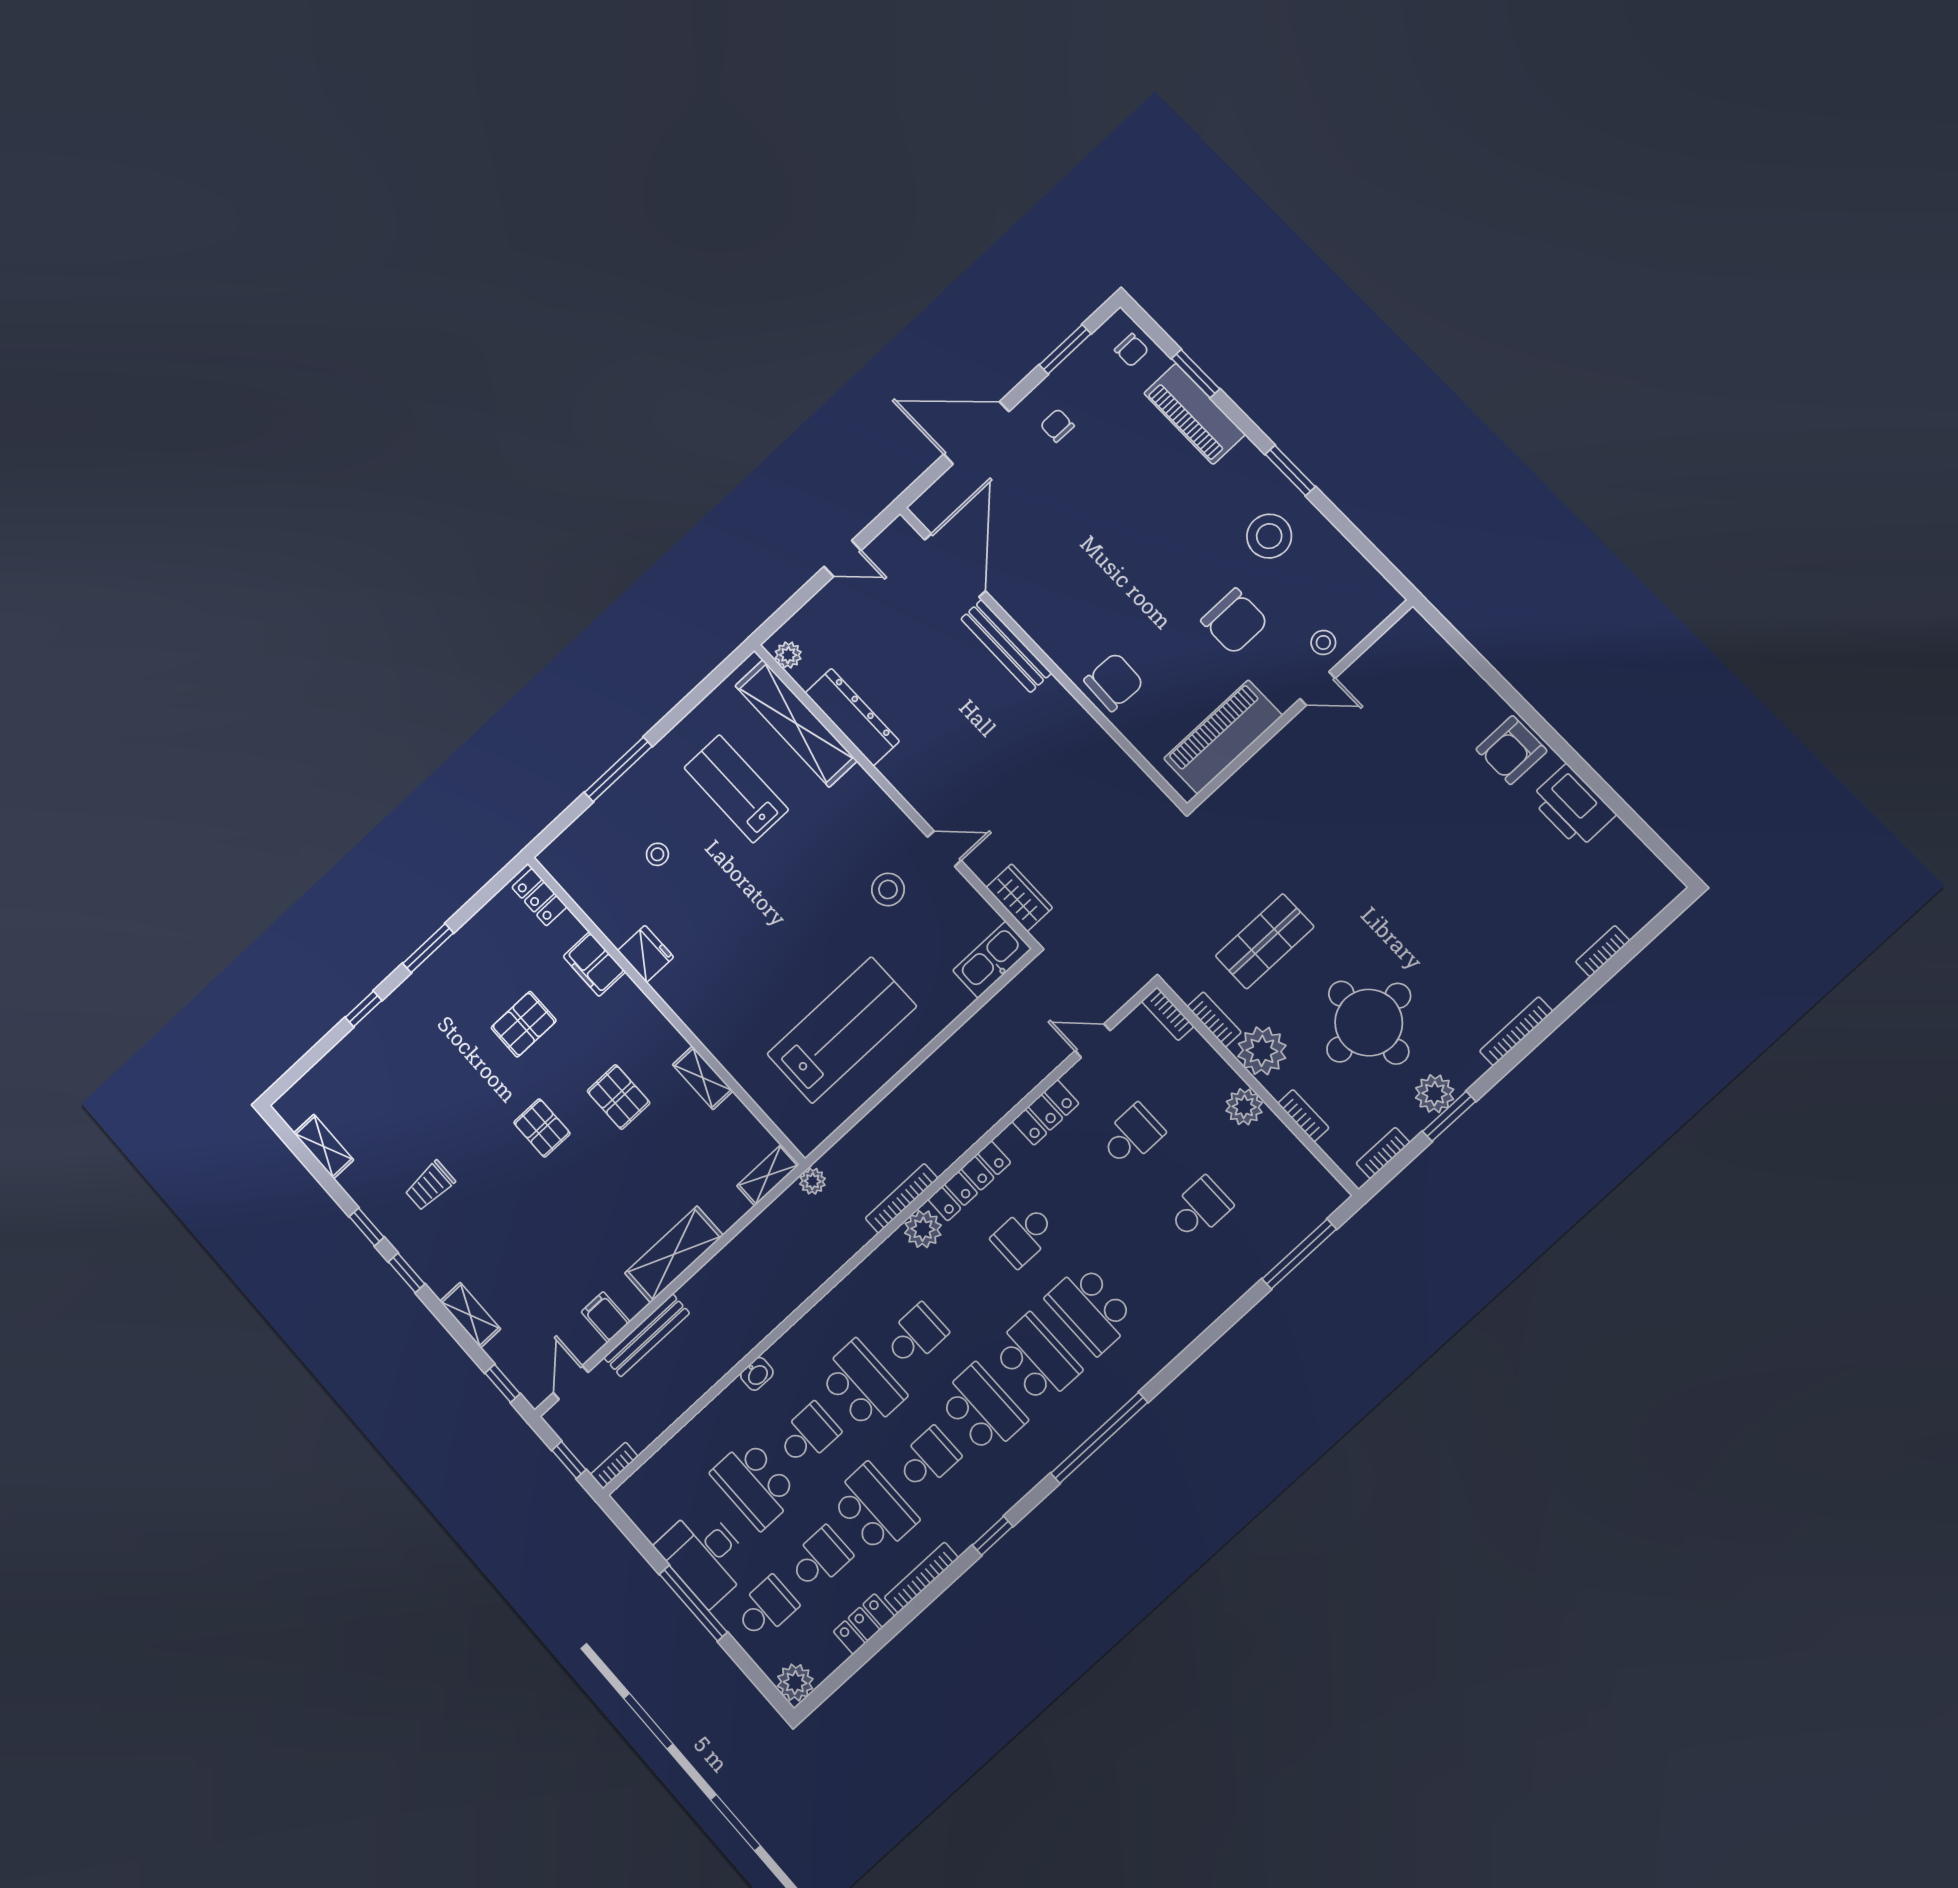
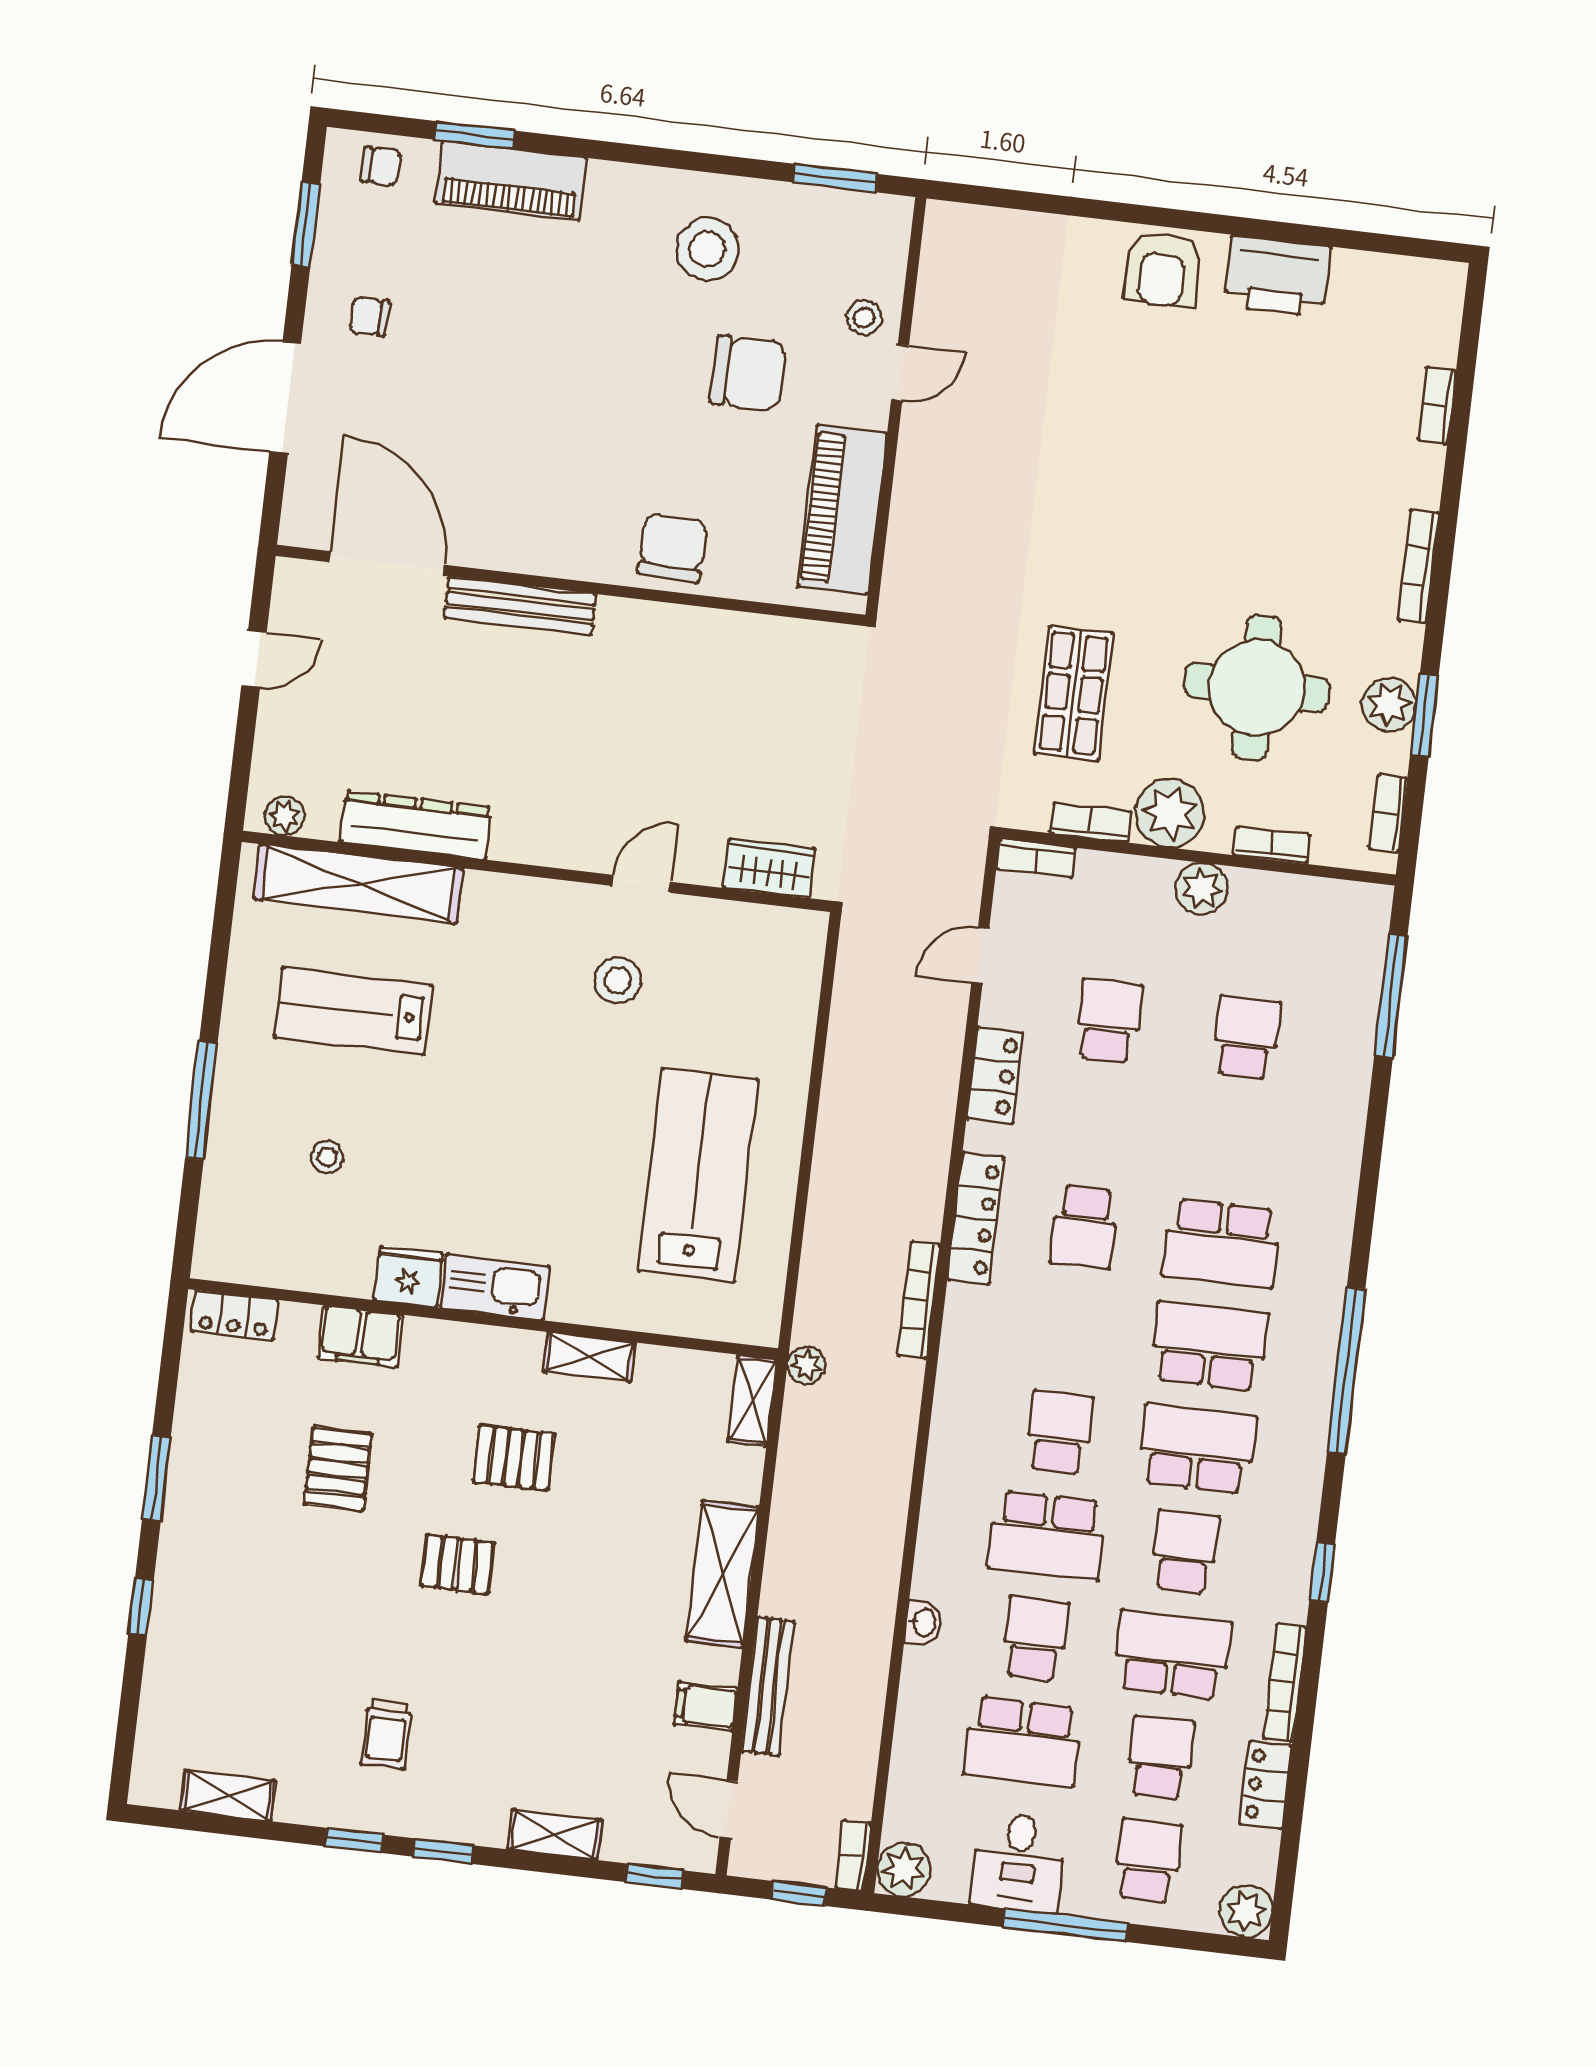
window: (1290, 470) -> (835, 178), moved
kitchen sink: (992, 960) -> (495, 1287), moved, turned 90
plant: (923, 1229) -> (904, 1870), moved
school desk: (862, 1385) -> (1047, 1536), turned 180
desk: (705, 1556) -> (1018, 1862), width x0.73

